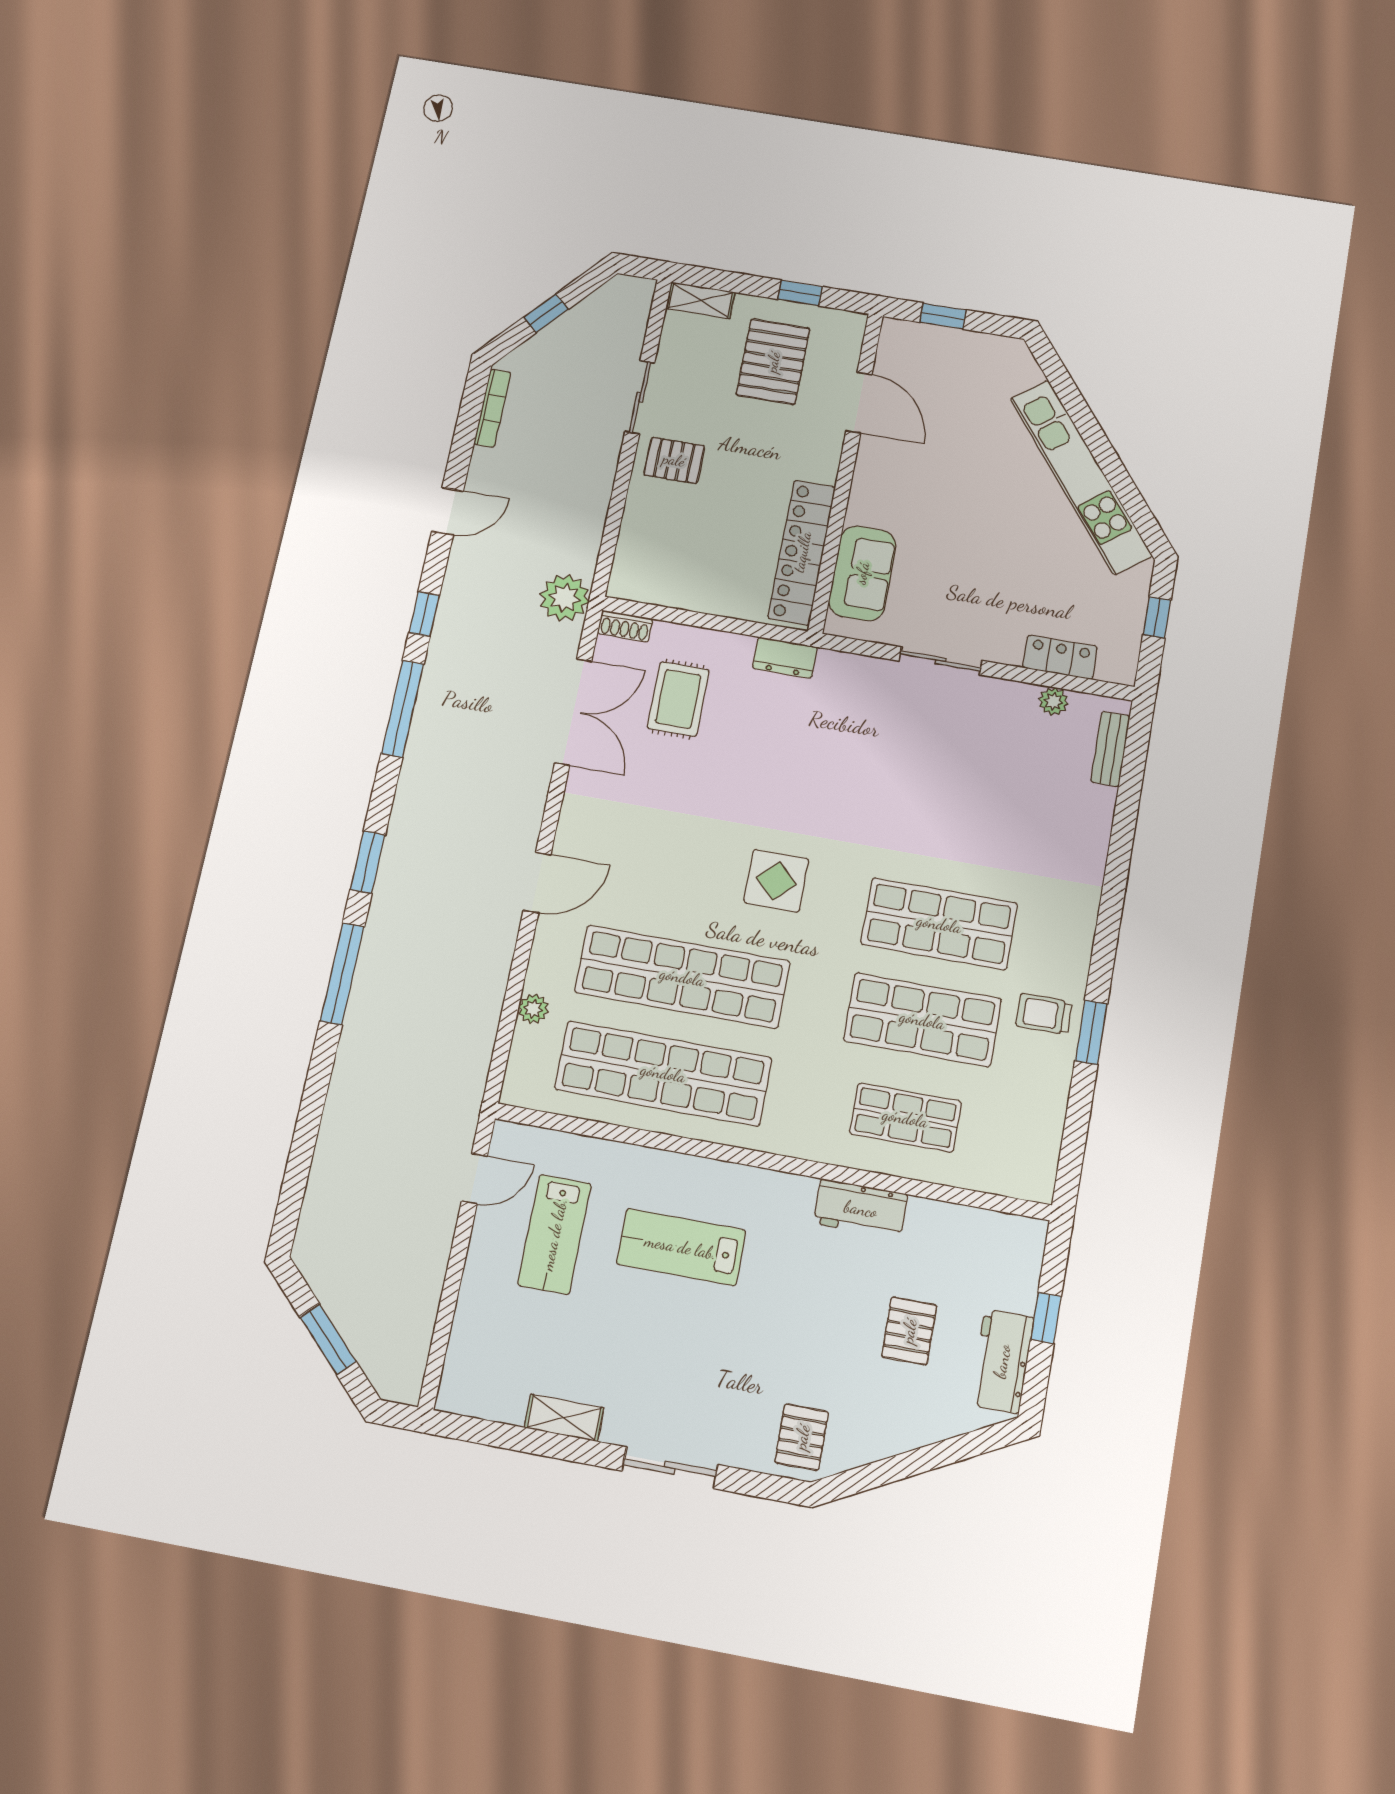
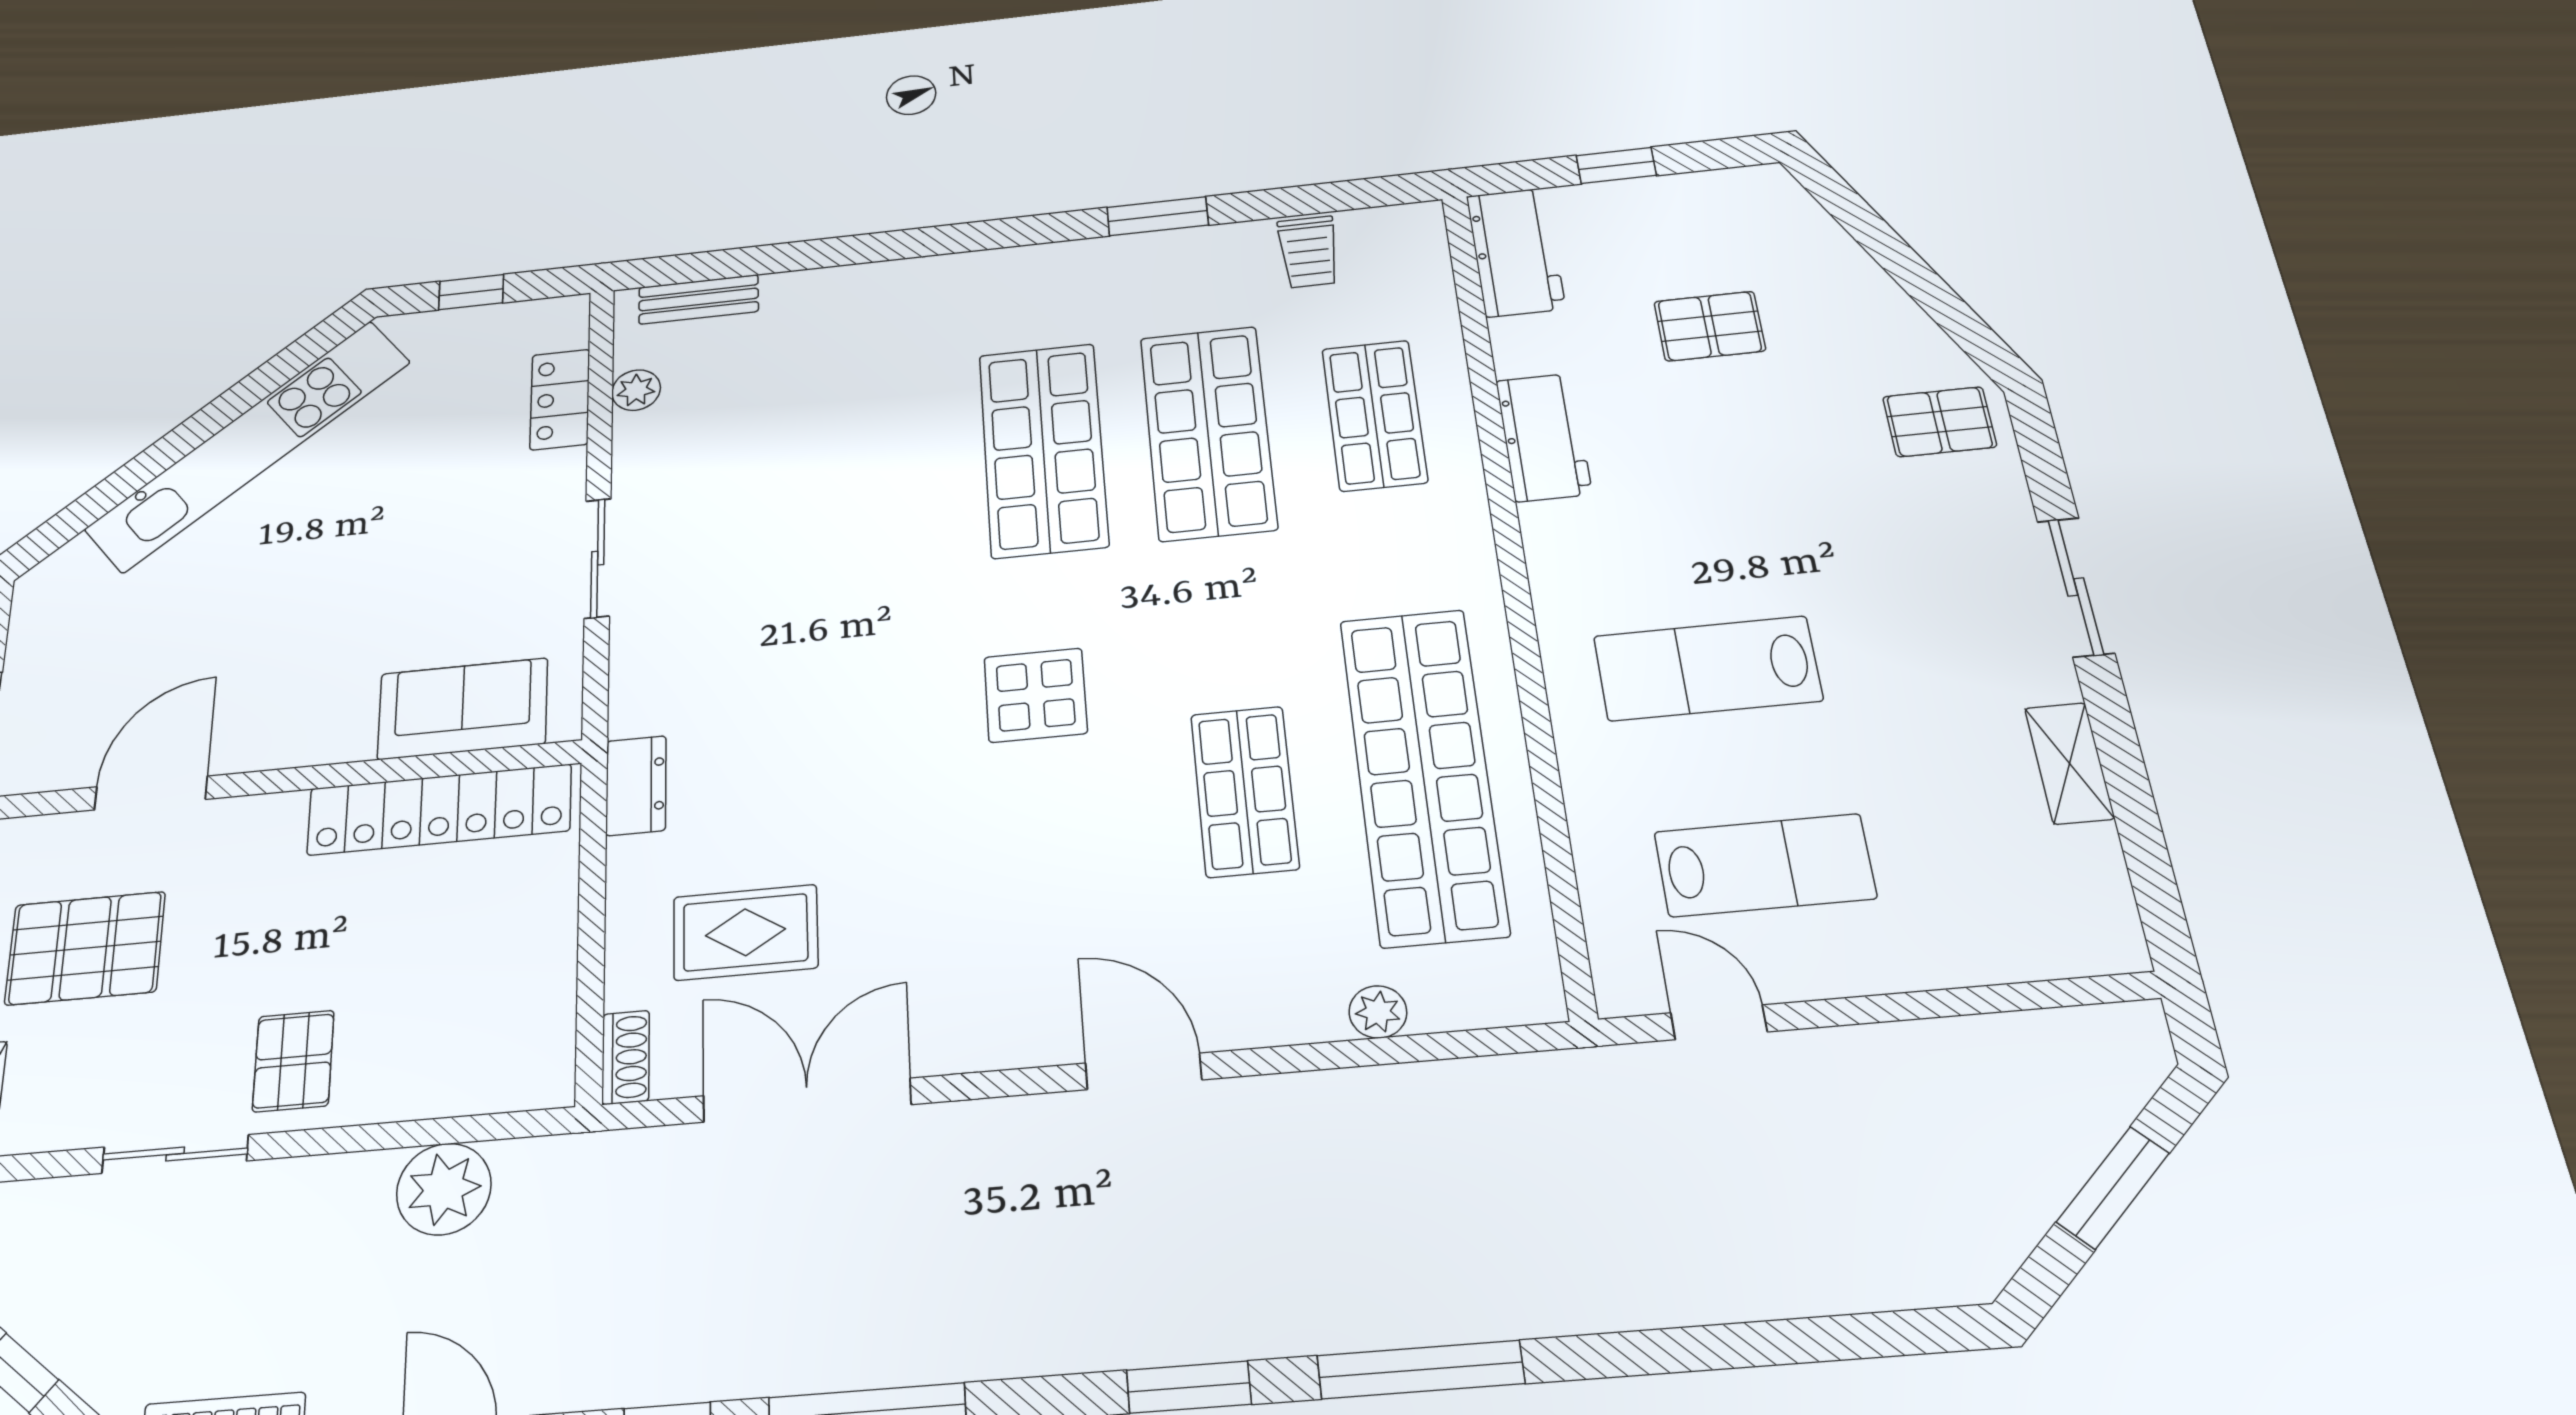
plant: (565, 598) -> (444, 1189), moved
shop shelf: (682, 977) -> (1245, 791), width x0.50, depth x0.74
trolley: (1044, 1014) -> (1309, 252), moved
lab bench: (681, 1247) -> (1708, 668), turned 90
workbench: (1002, 1361) -> (1516, 252), moved, turned -90

